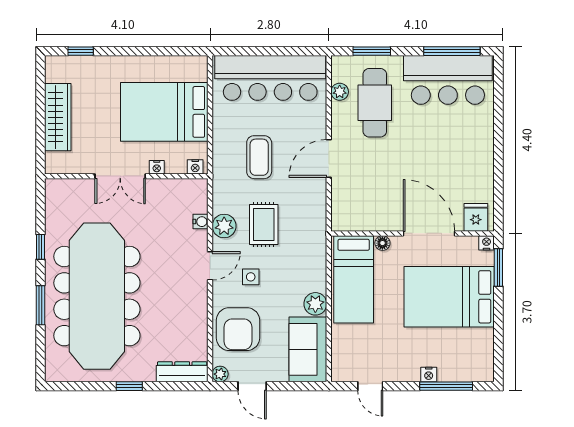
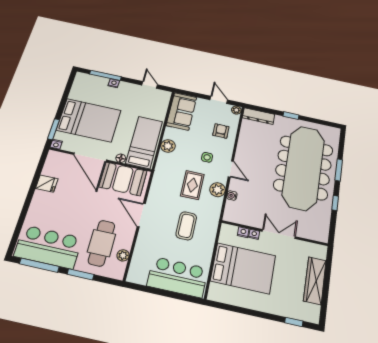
window: (372, 51) -> (81, 274), moved
bar counter: (270, 78) -> (177, 277), width x0.73
door: (329, 158) -> (141, 215), swing flipped
nightstand: (195, 167) -> (243, 232), moved
booth: (370, 210) -> (123, 179), added
fridge: (476, 217) -> (47, 184), moved, turned -90
door: (210, 266) -> (231, 169), swing flipped
plant: (315, 304) -> (168, 146), moved
armchair: (238, 329) -> (221, 131), width x0.53, depth x0.53

